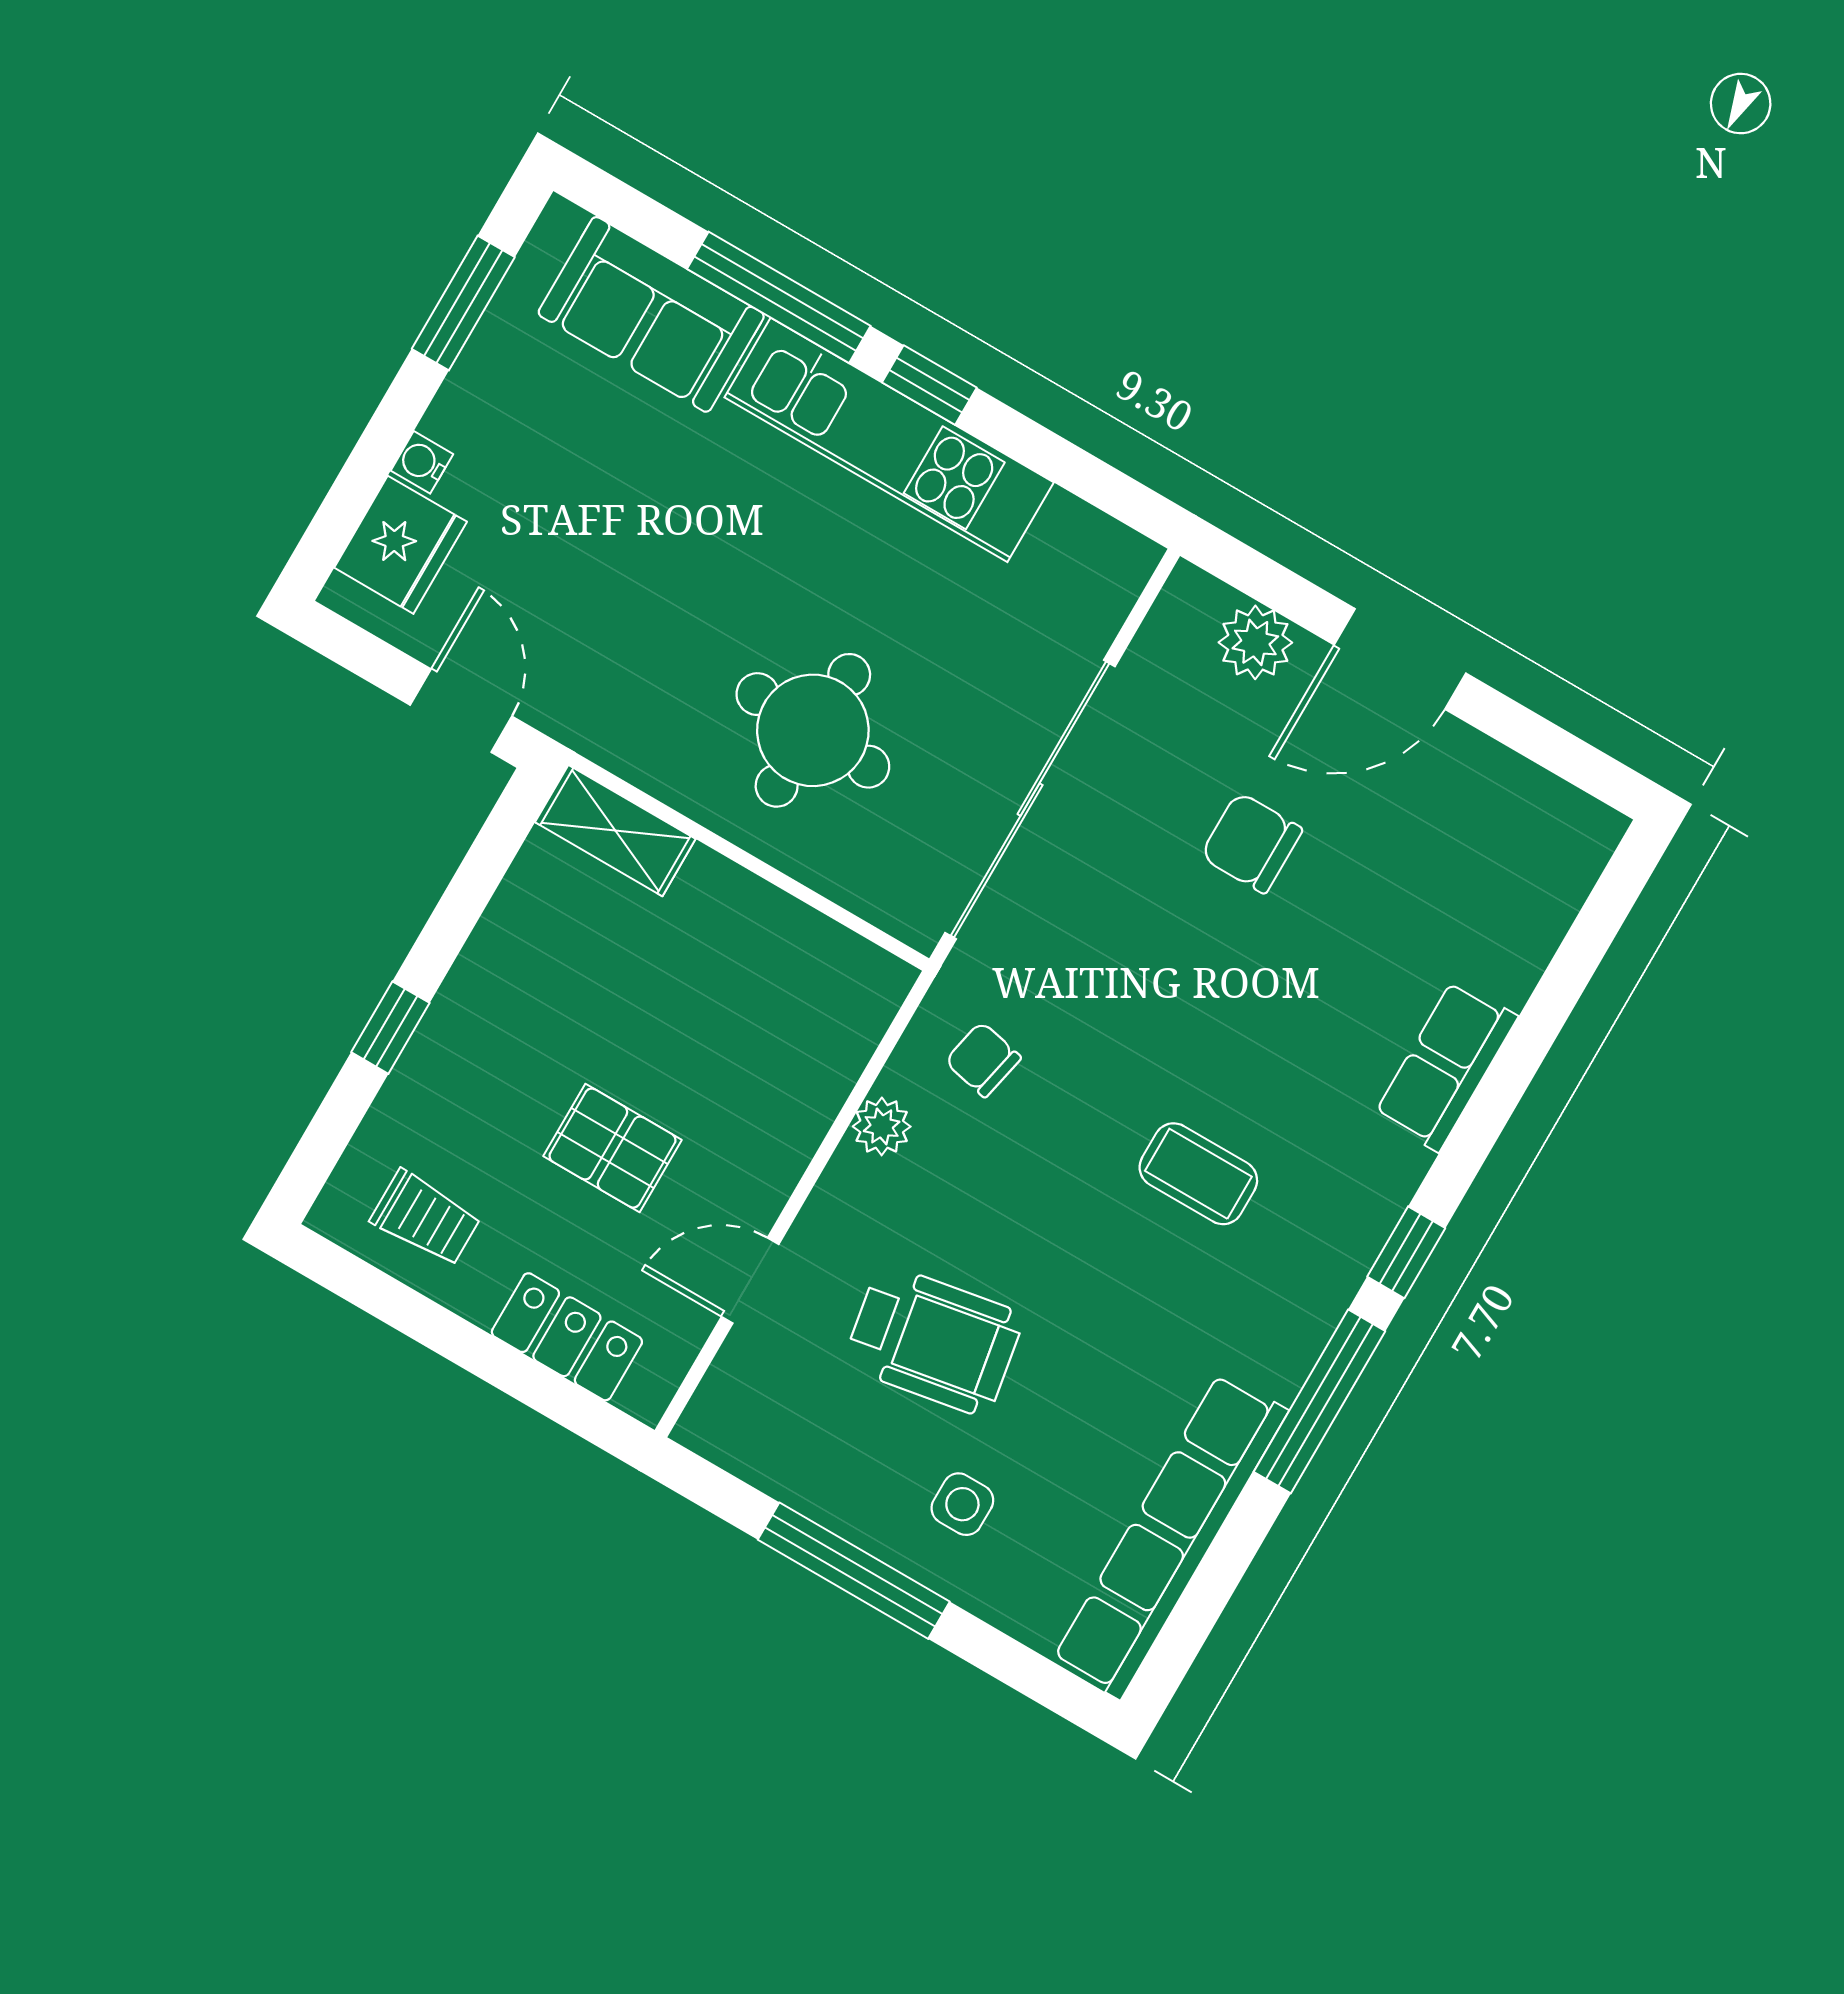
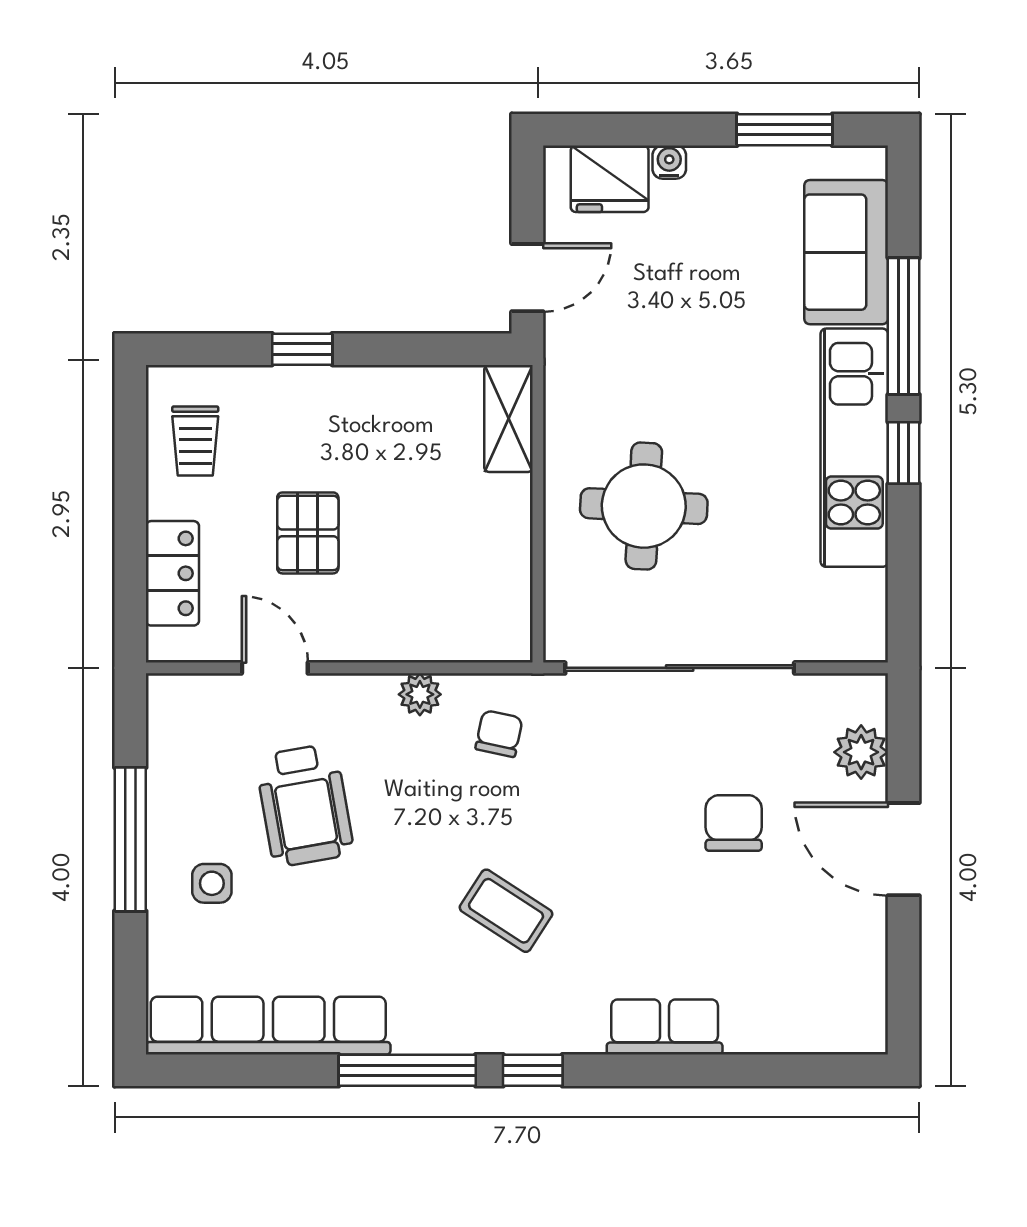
coffee table: (1198, 1174) -> (506, 911), turned -57

